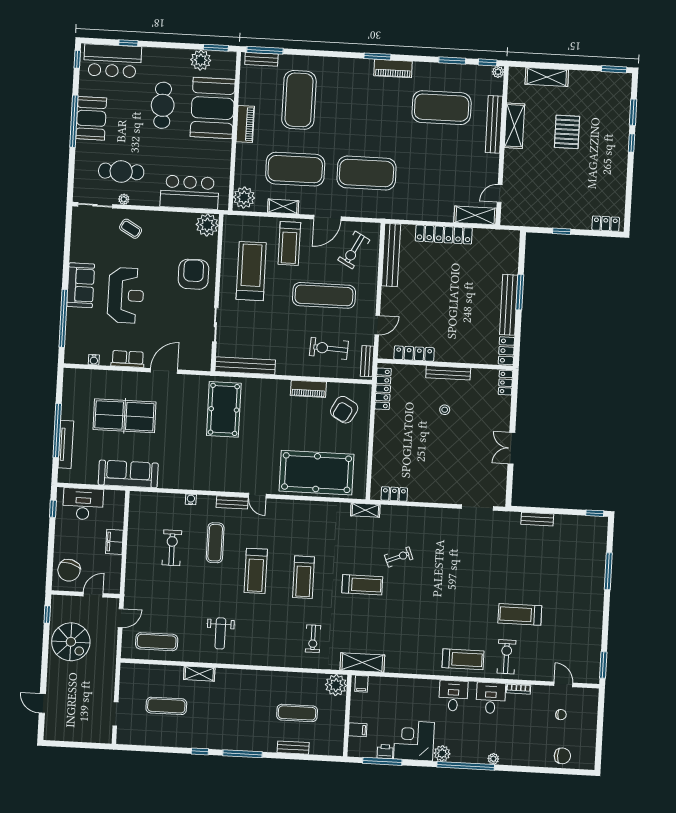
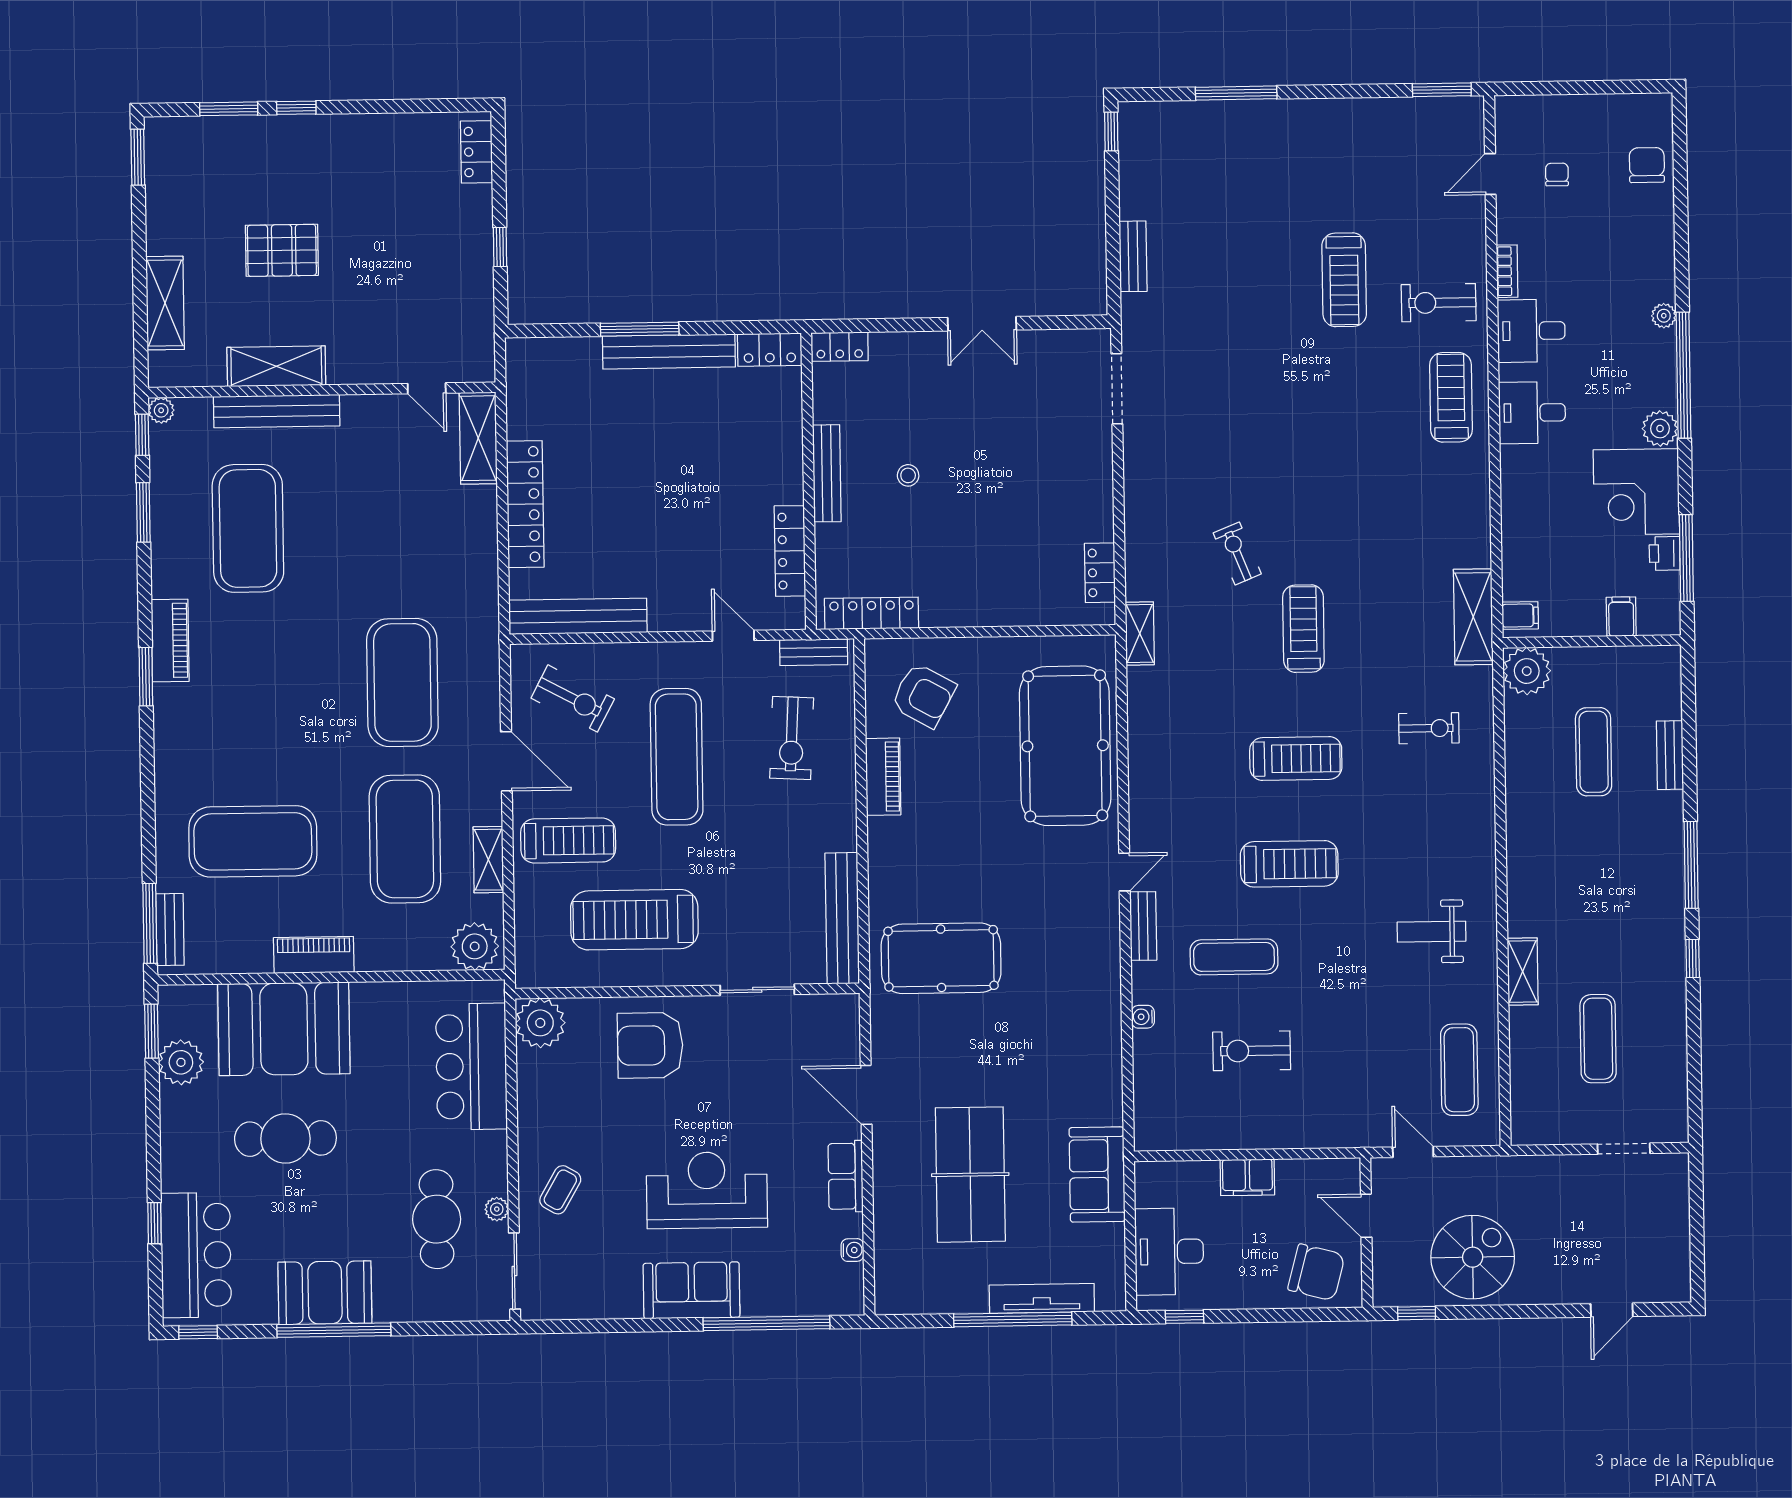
sofa: (128, 474) -> (1097, 1175), width x0.73
weight bench: (220, 633) -> (1431, 932), turned 180

